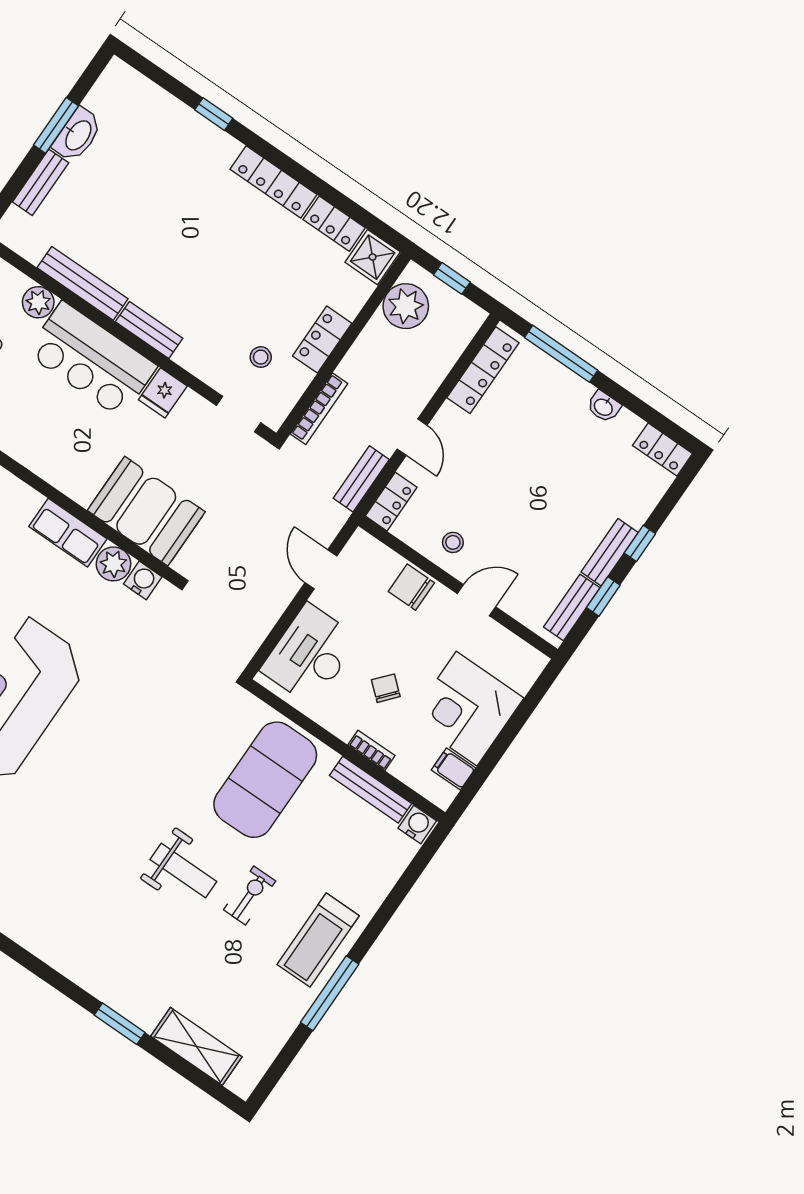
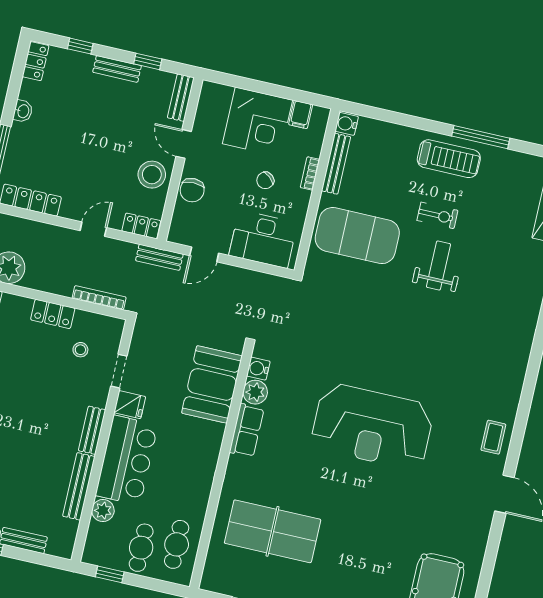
doorway: (239, 414) -> (119, 371), moved
bench: (361, 479) -> (159, 257), moved
stool: (453, 542) -> (152, 175), width x1.89, depth x1.89
window: (640, 543) -> (80, 46), moved
bench: (572, 607) -> (181, 98), moved, turned 90
exercise bike: (250, 895) -> (437, 215), turned 180

